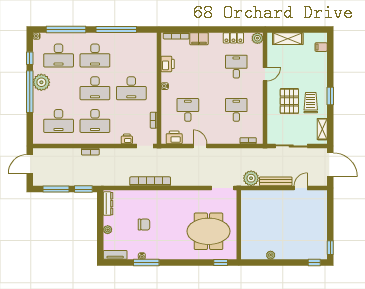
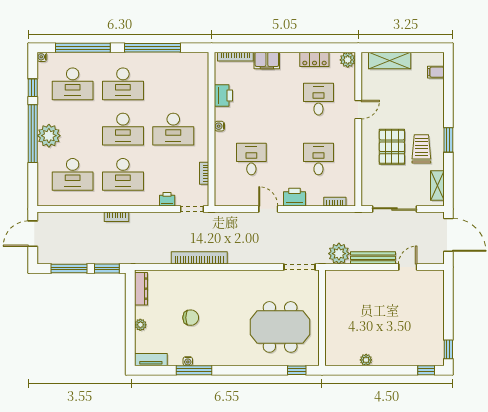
plant: (41, 82) -> (49, 136), moved
printer: (174, 137) -> (295, 197), moved

